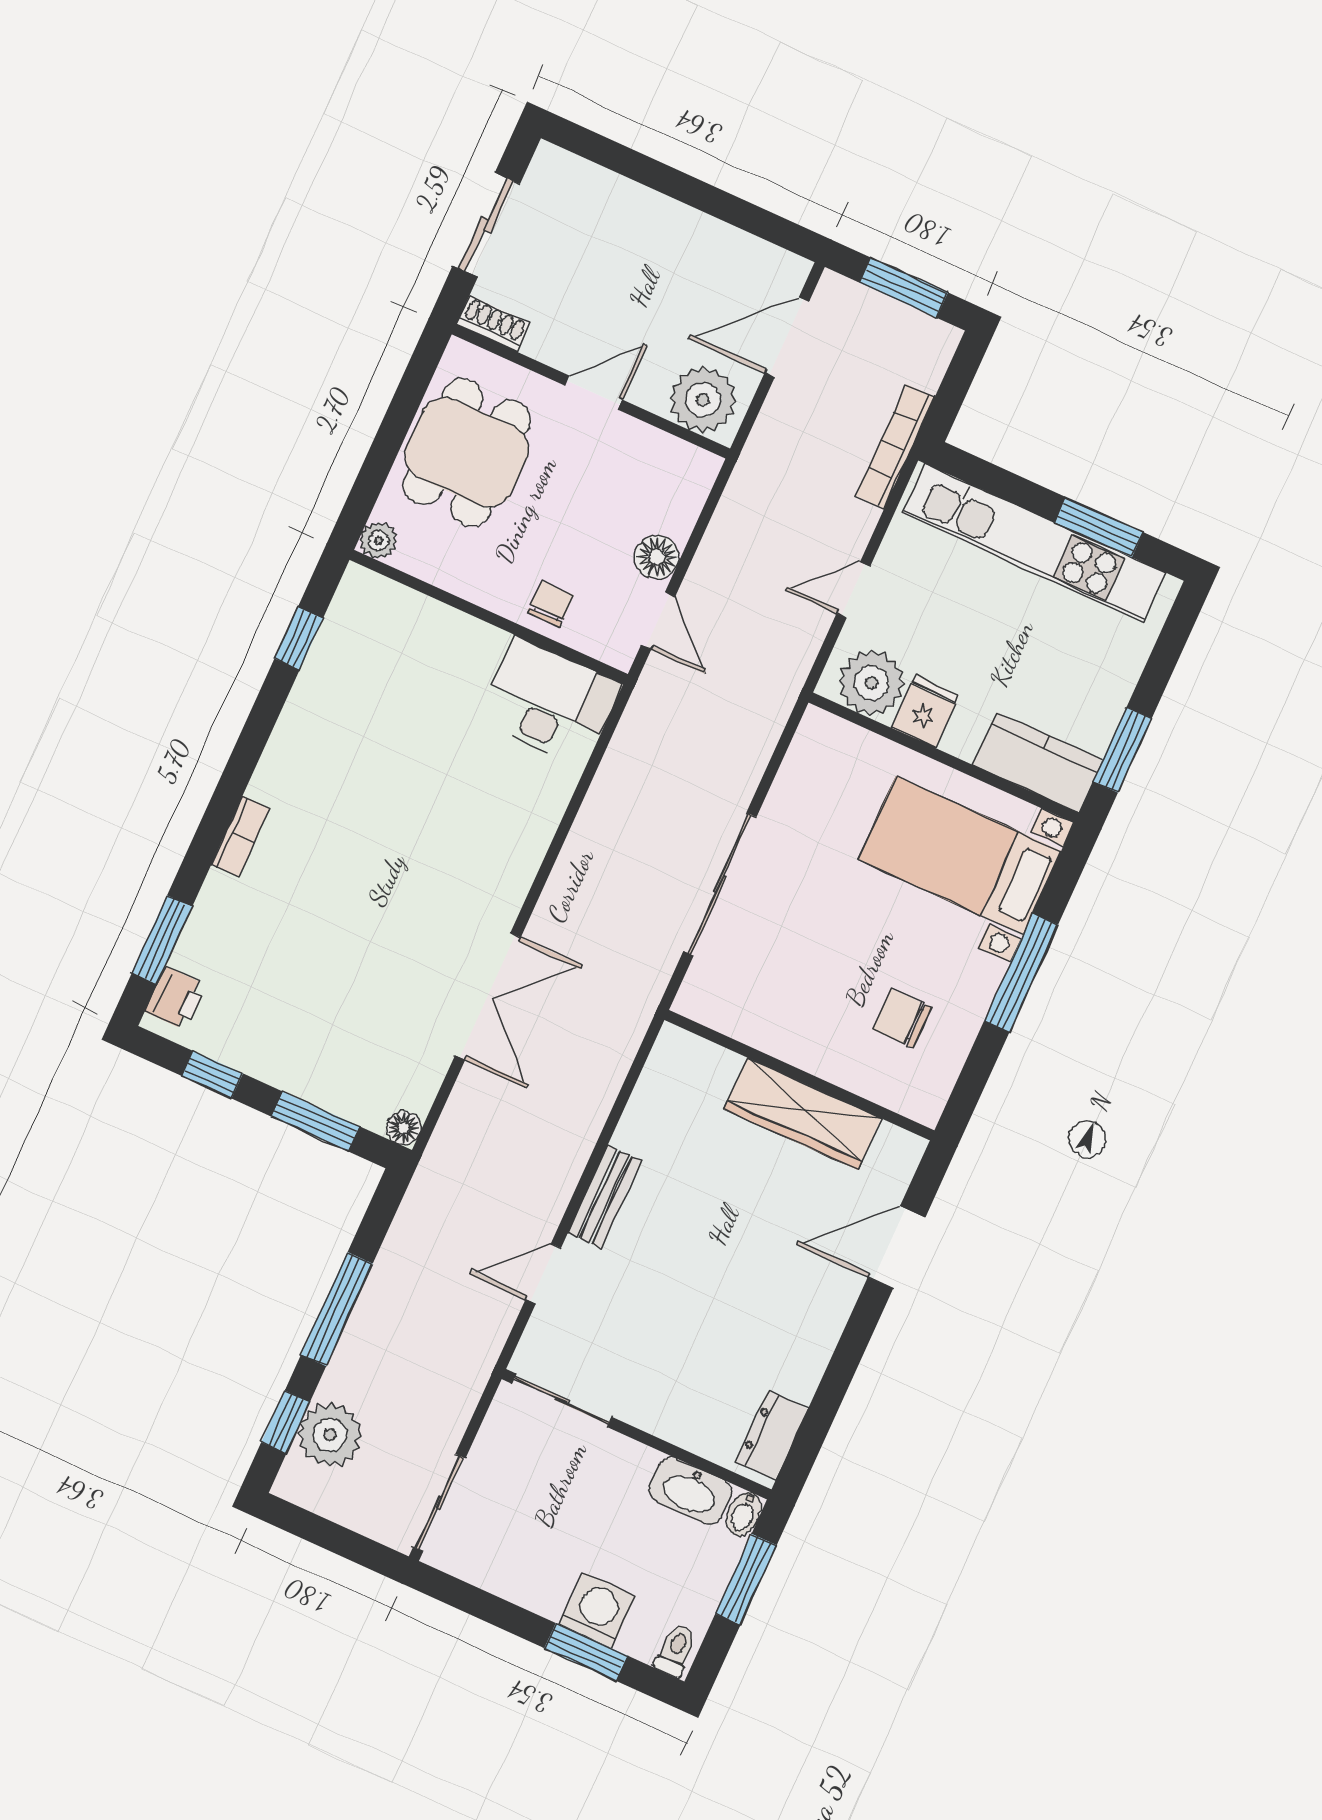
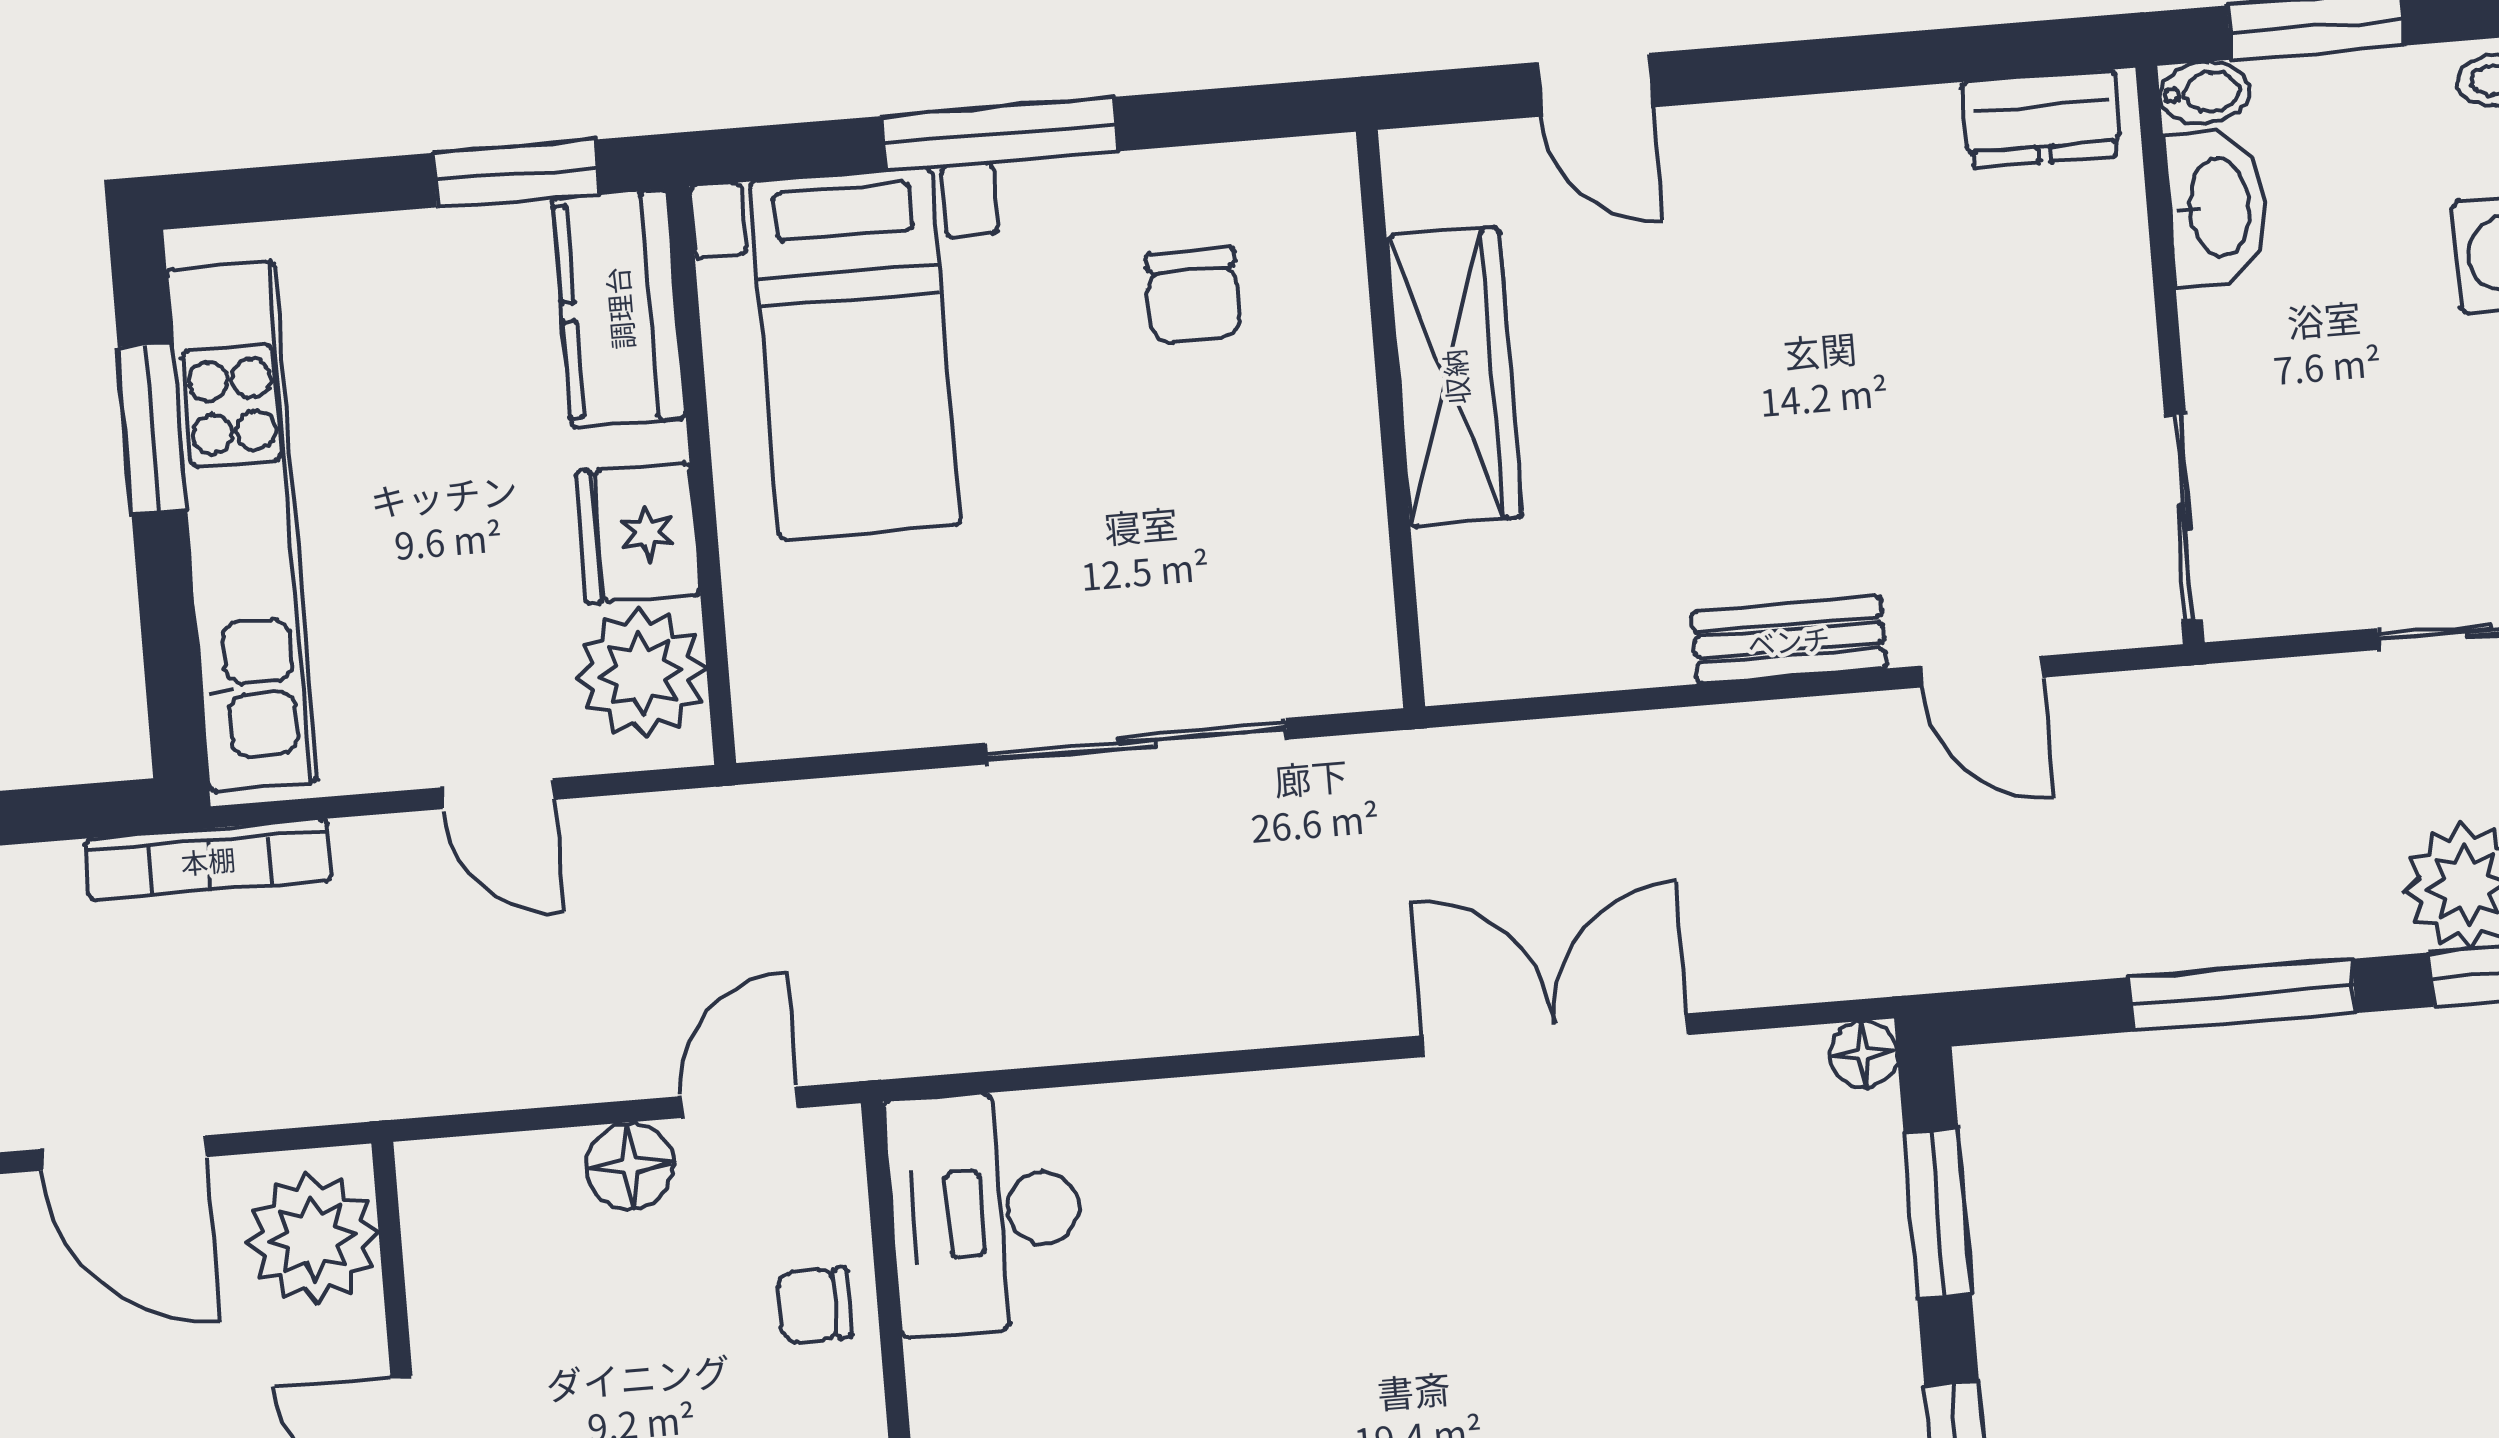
fridge: (925, 712) -> (638, 533), width x1.38
door: (897, 1247) -> (1595, 85), width x0.73

